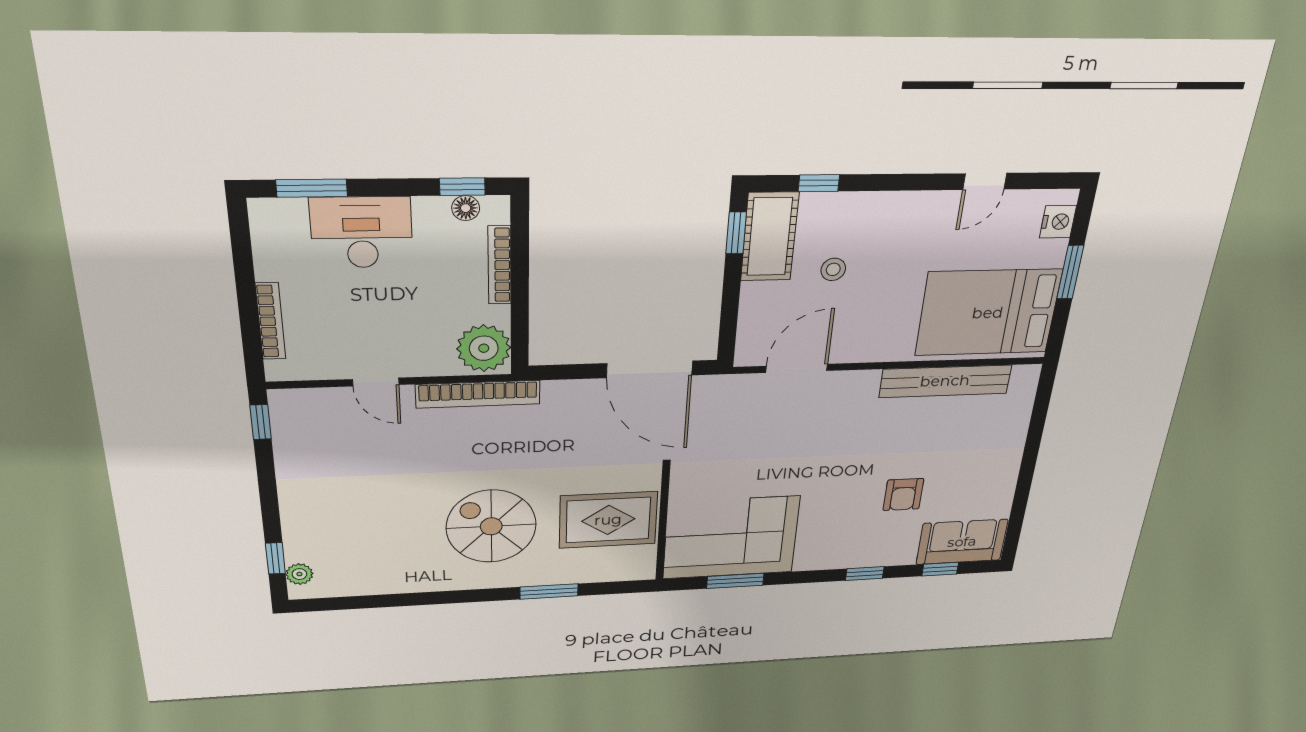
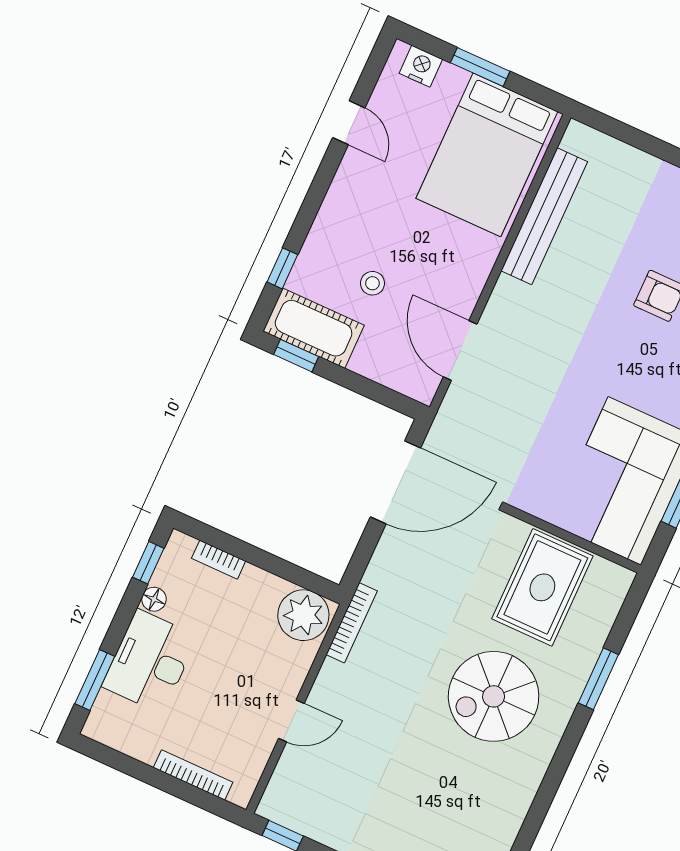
floor lamp: (466, 208) -> (154, 599), moved
bookcase: (500, 265) -> (219, 560), width x0.64
bookcase: (478, 394) -> (352, 623), width x0.68, depth x0.76

